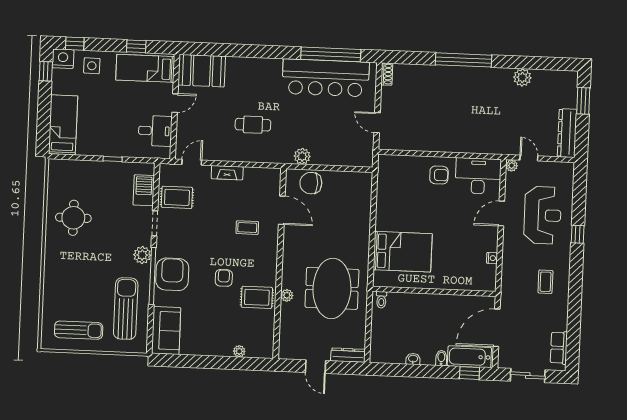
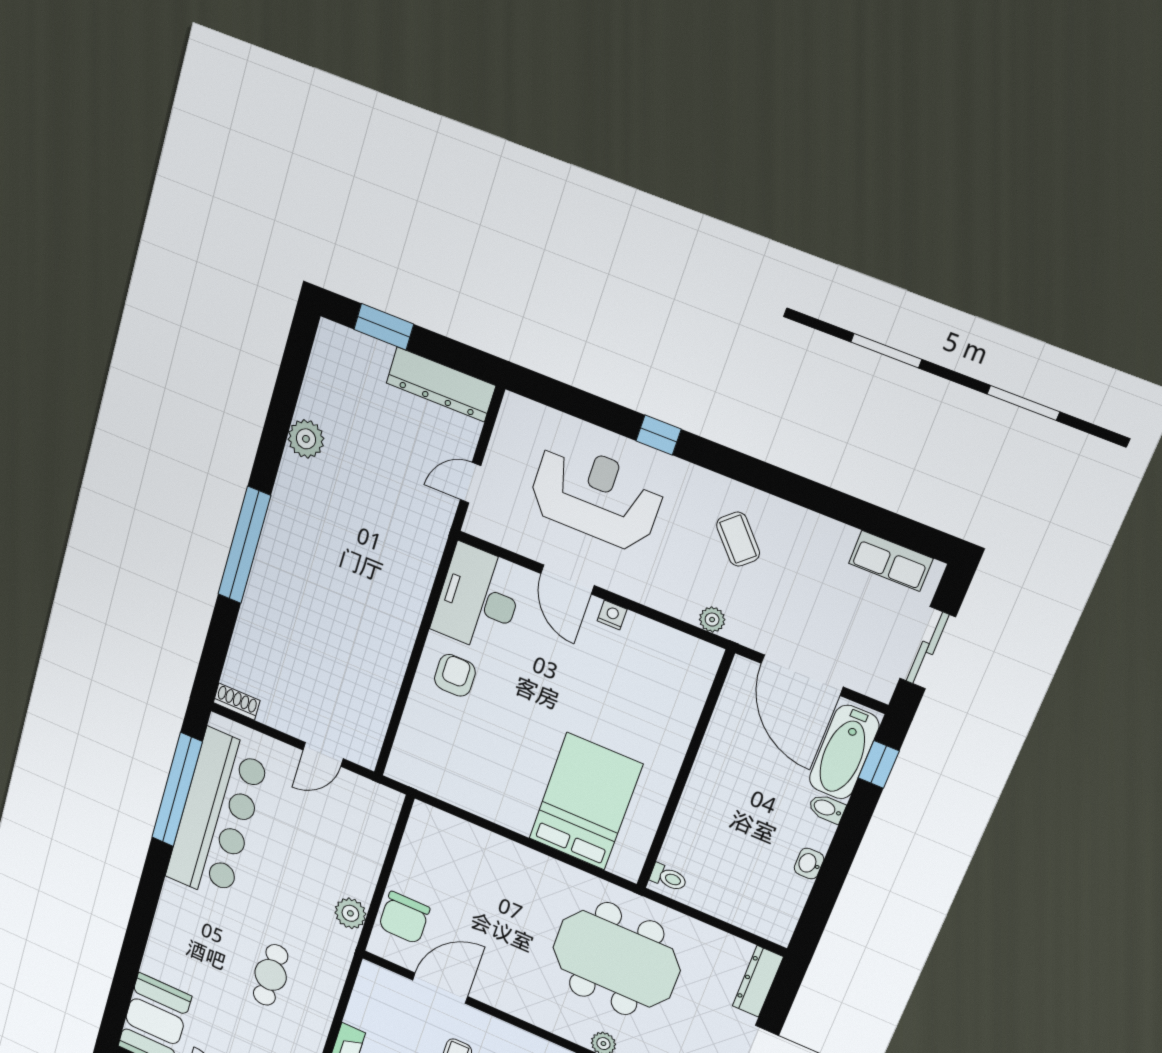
plant: (512, 166) -> (712, 620), moved
nightstand: (492, 258) -> (612, 615), moved
coffee table: (545, 282) -> (738, 539), turned 48

